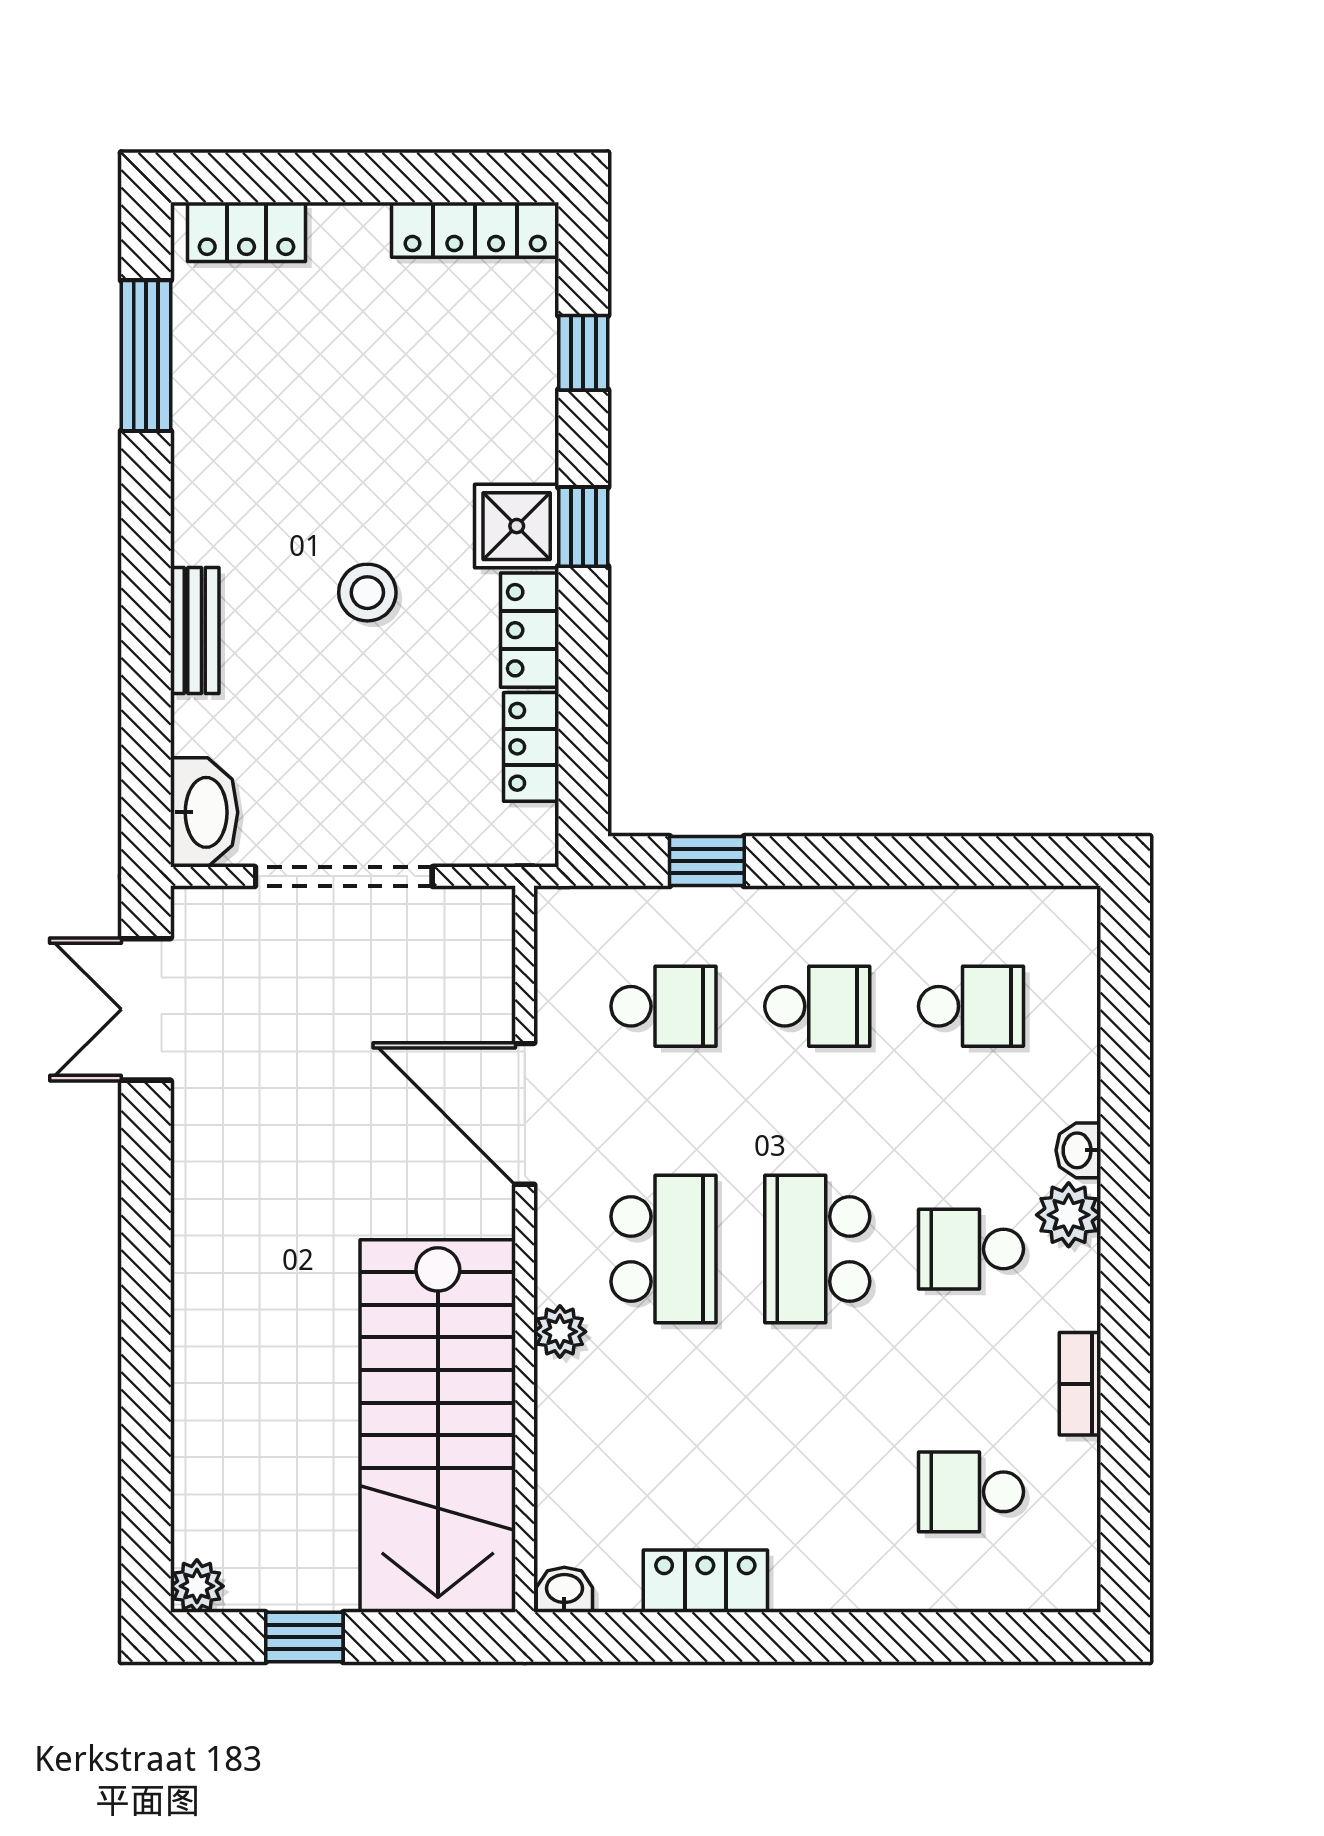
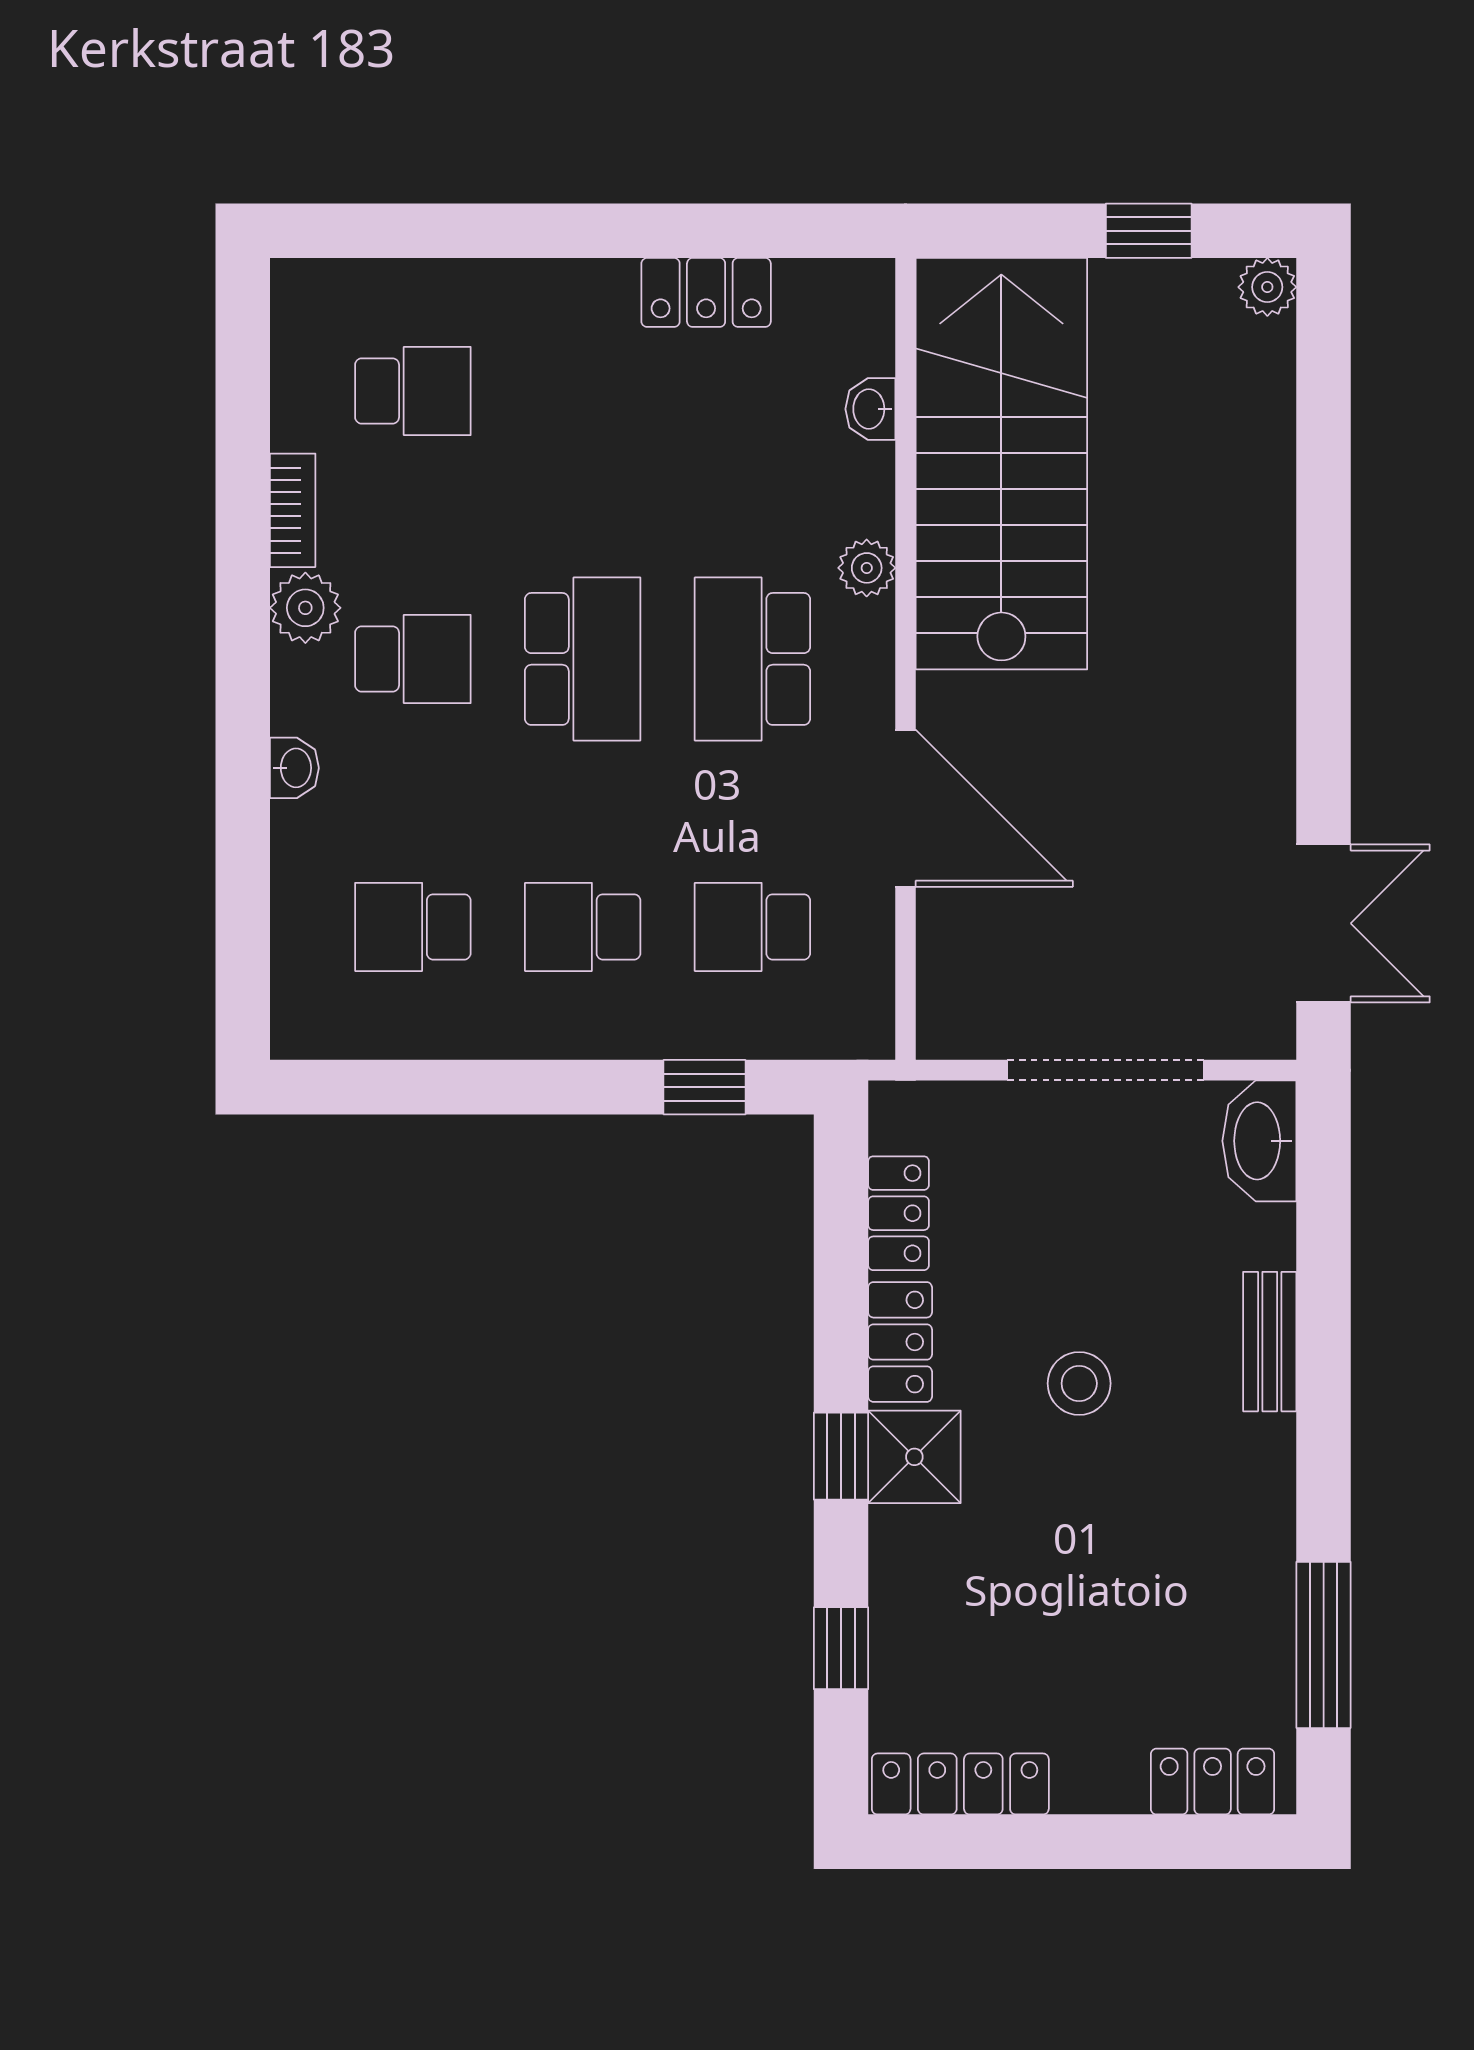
plant: (1069, 1215) -> (305, 608), moved
washbasin: (564, 1590) -> (870, 409), moved, turned 90

